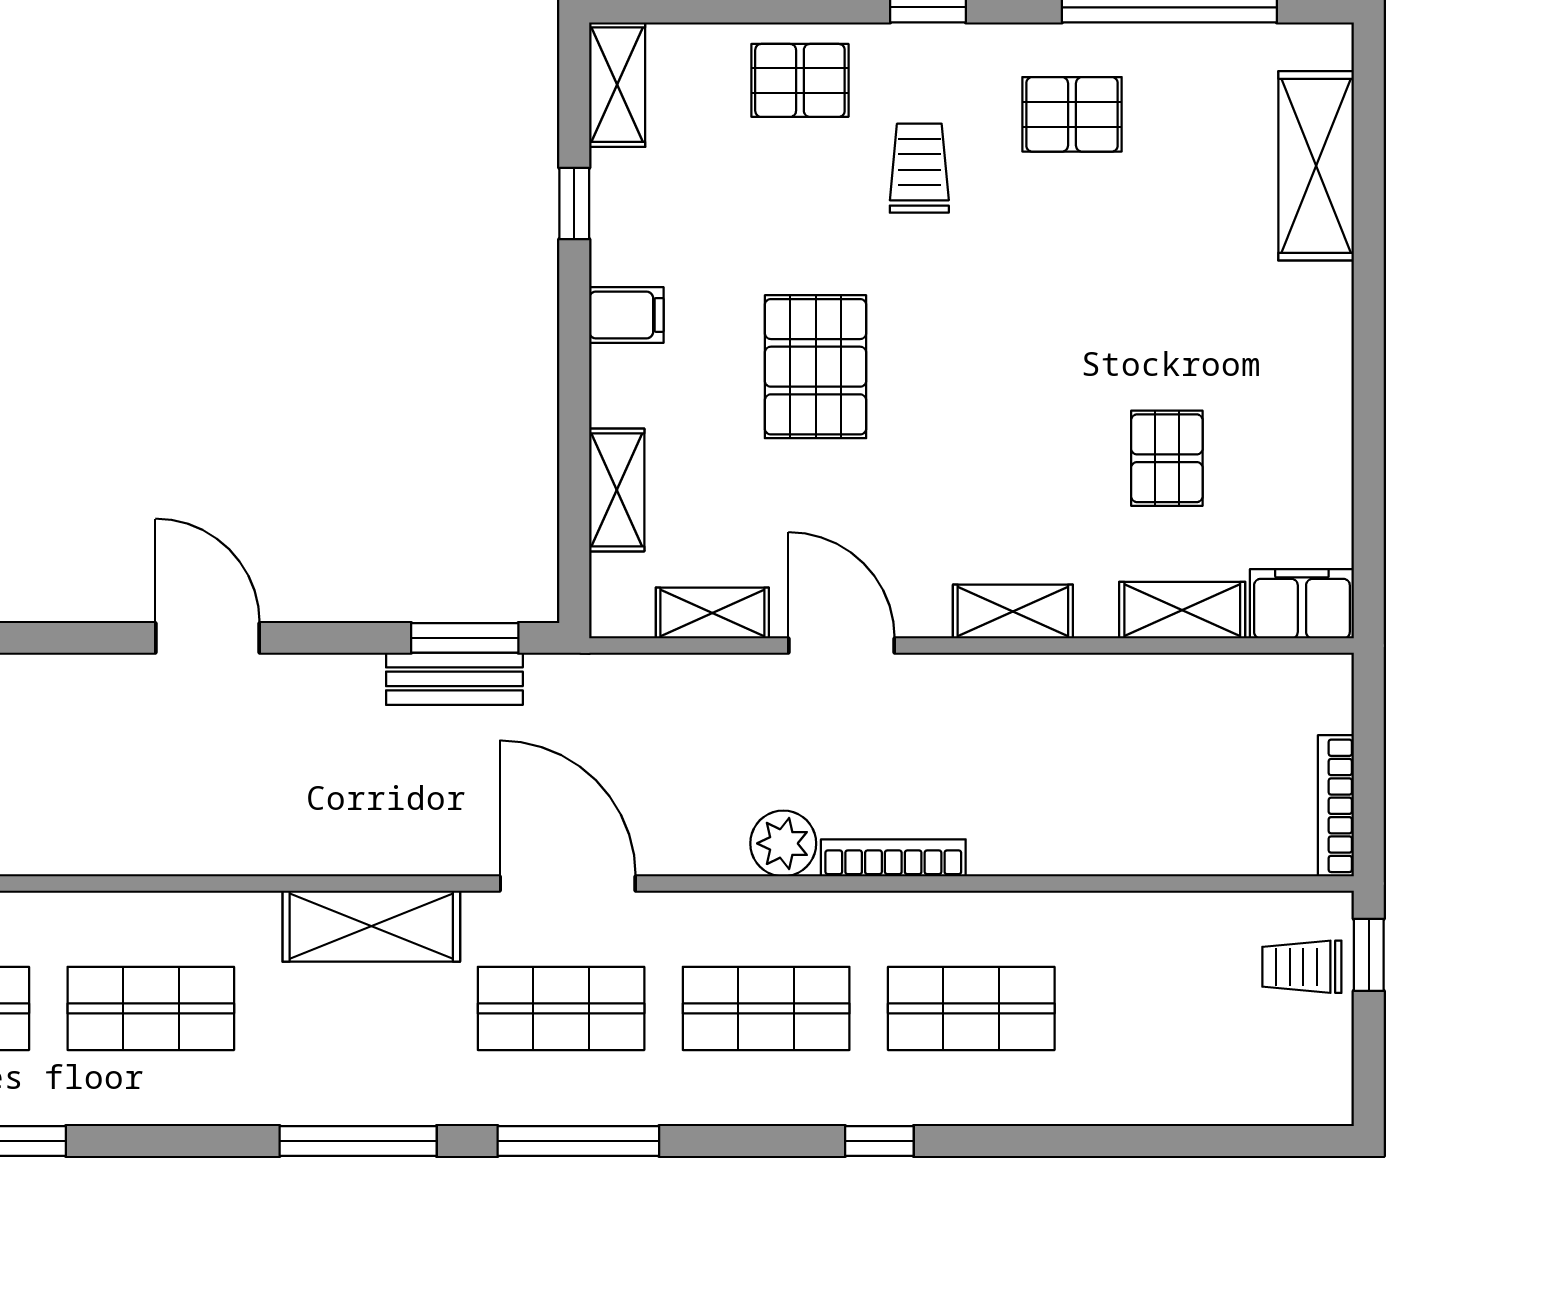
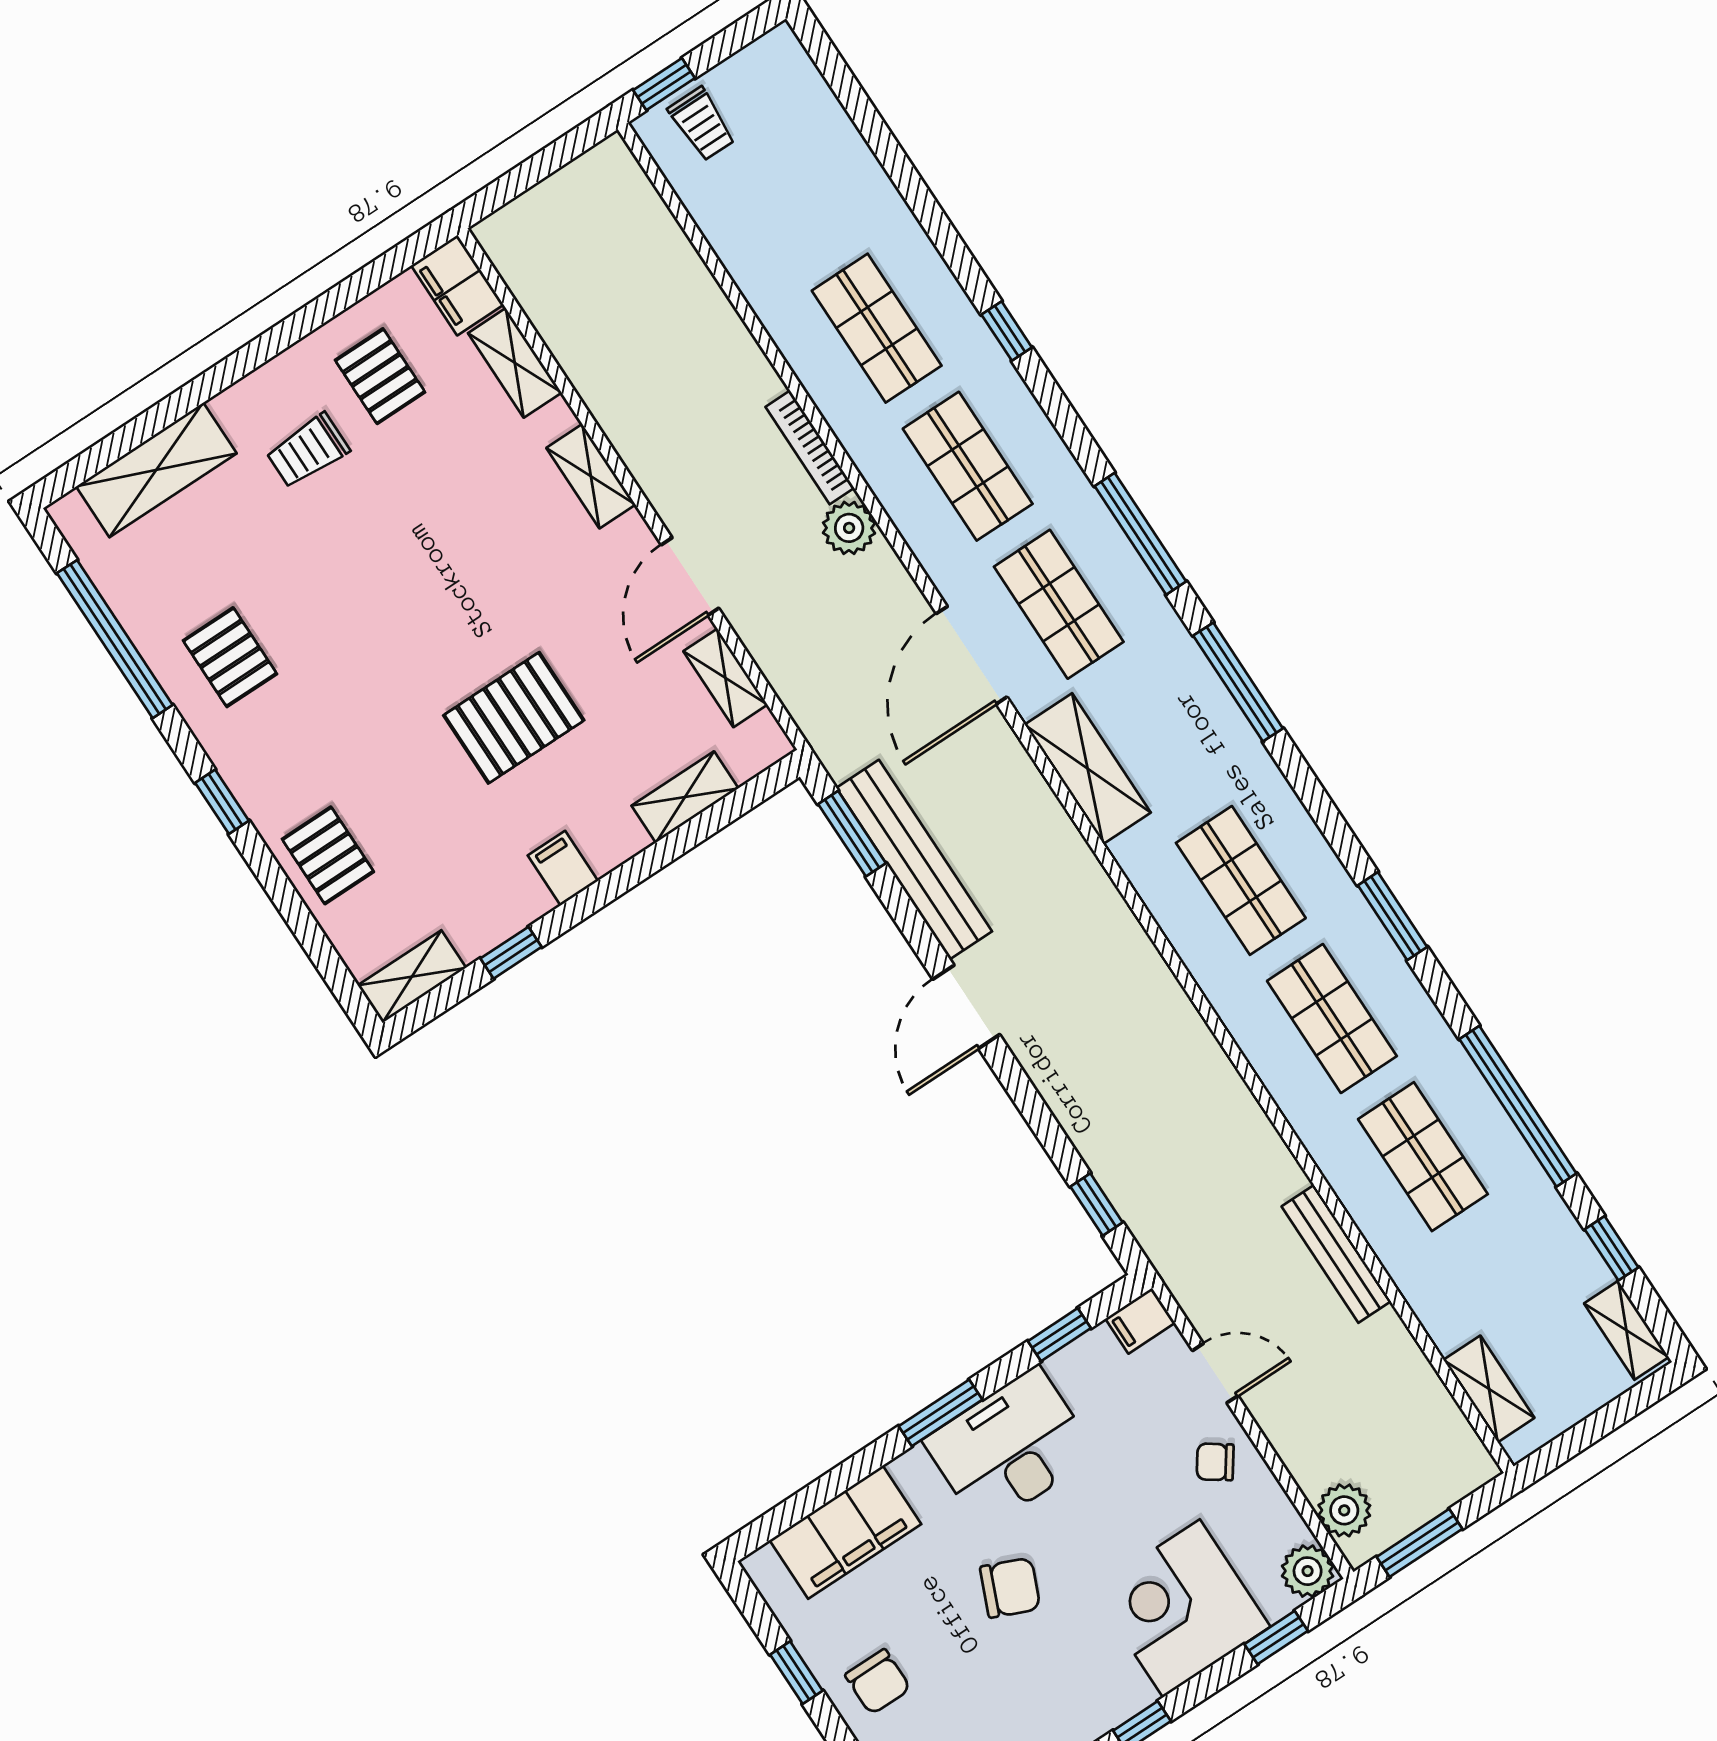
trolley: (919, 168) -> (308, 451), moved
pallet: (1167, 458) -> (380, 376), moved, turned 90
bench: (454, 679) -> (914, 860), width x1.86, depth x1.21
bookcase: (1336, 806) -> (578, 173), removed

